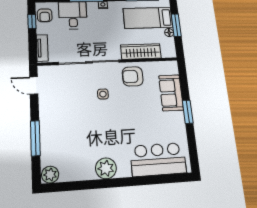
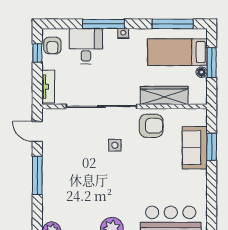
armchair: (133, 76) -> (151, 126), turned 180
window: (188, 112) -> (212, 147), moved
window: (35, 138) -> (37, 175), moved

